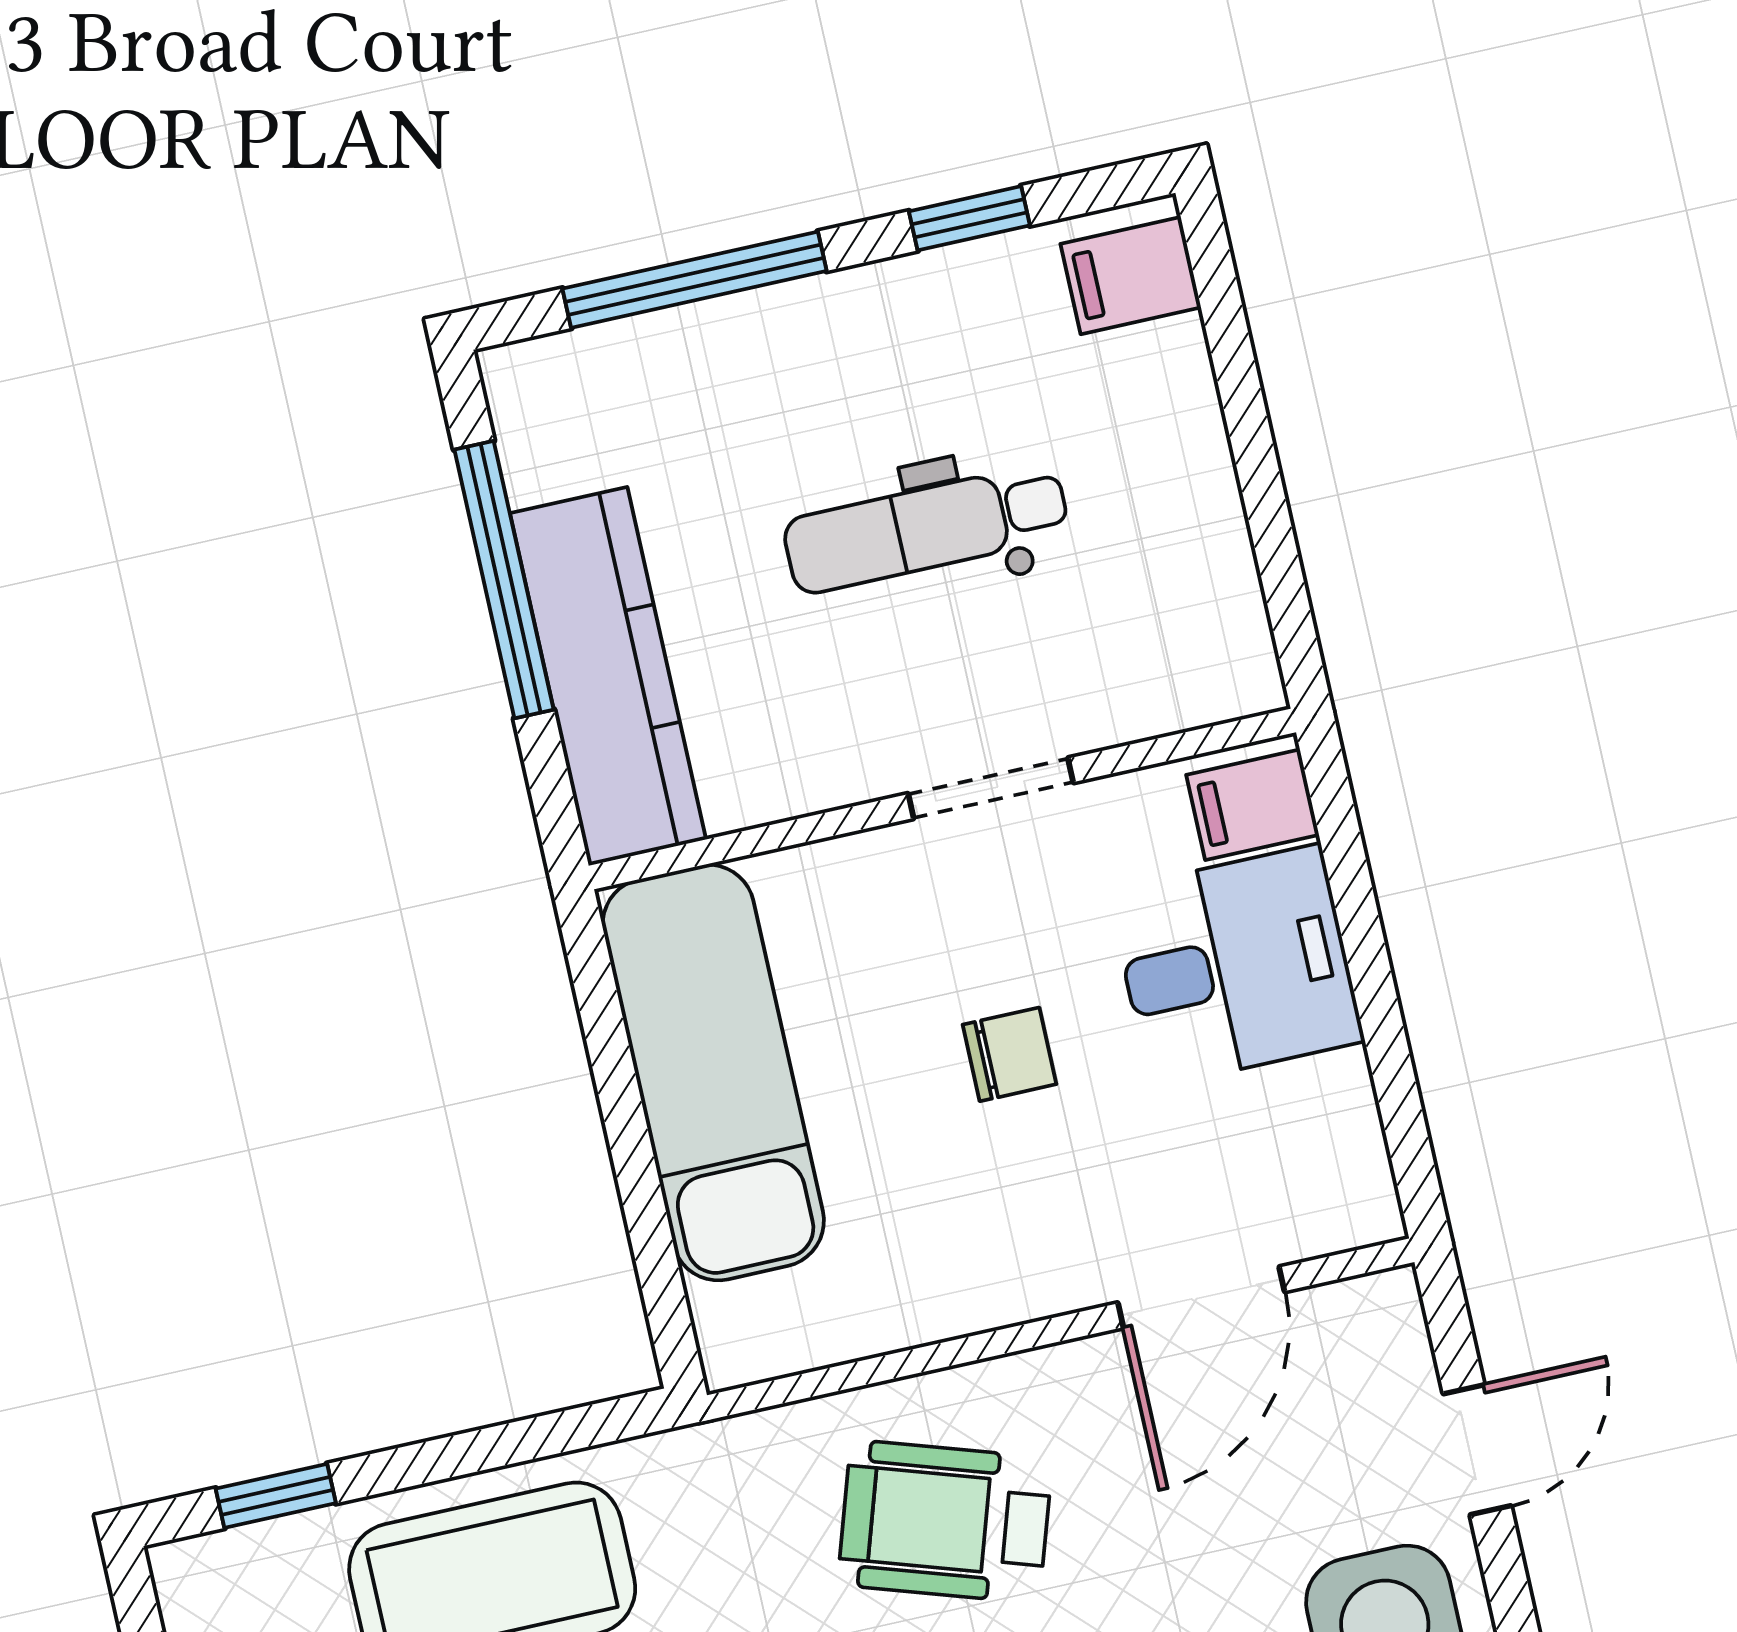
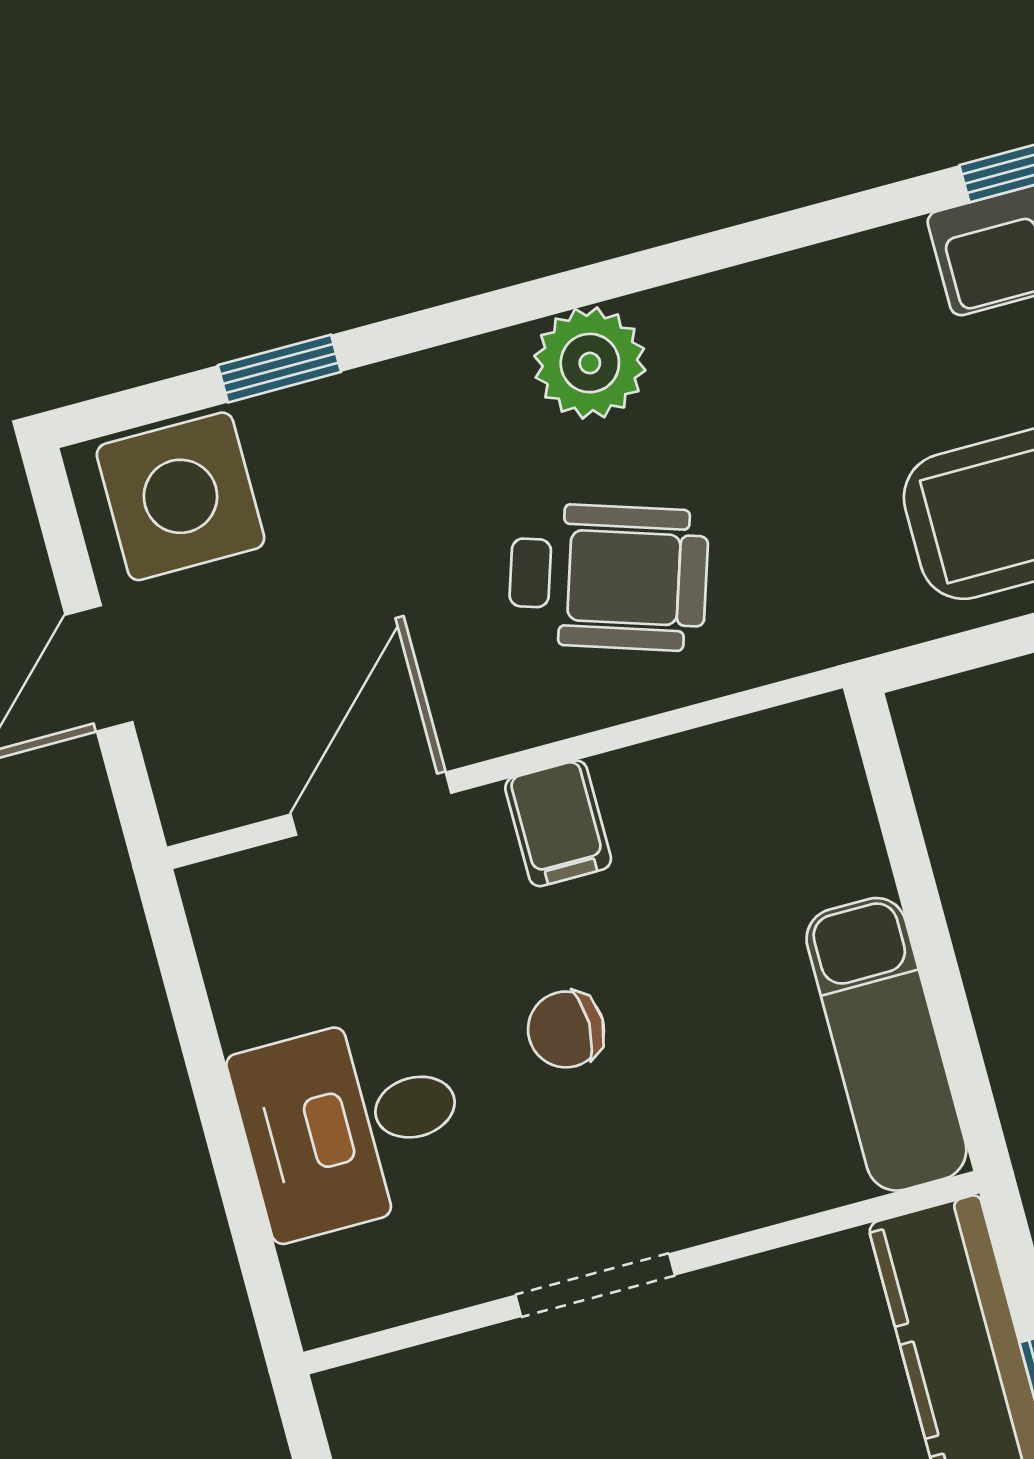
filing cabinet: (1253, 805) -> (558, 823), moved, turned 90
exam couch: (713, 1073) -> (886, 1044), width x0.73, depth x0.69

